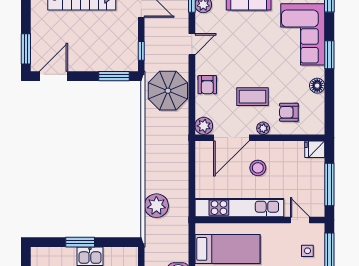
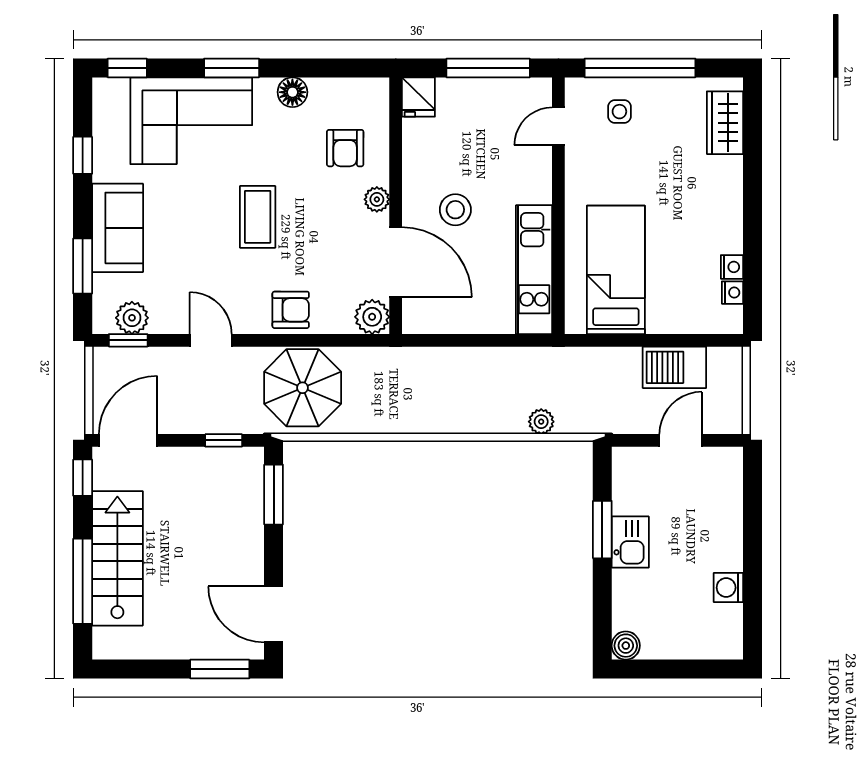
coffee table: (252, 97) -> (258, 217), moved
plant: (156, 206) -> (541, 422), width x0.53, depth x0.53
kitchen unit: (239, 208) -> (534, 270), width x0.73
window: (80, 242) -> (602, 530), moved
boiler: (38, 254) -> (626, 646), added

